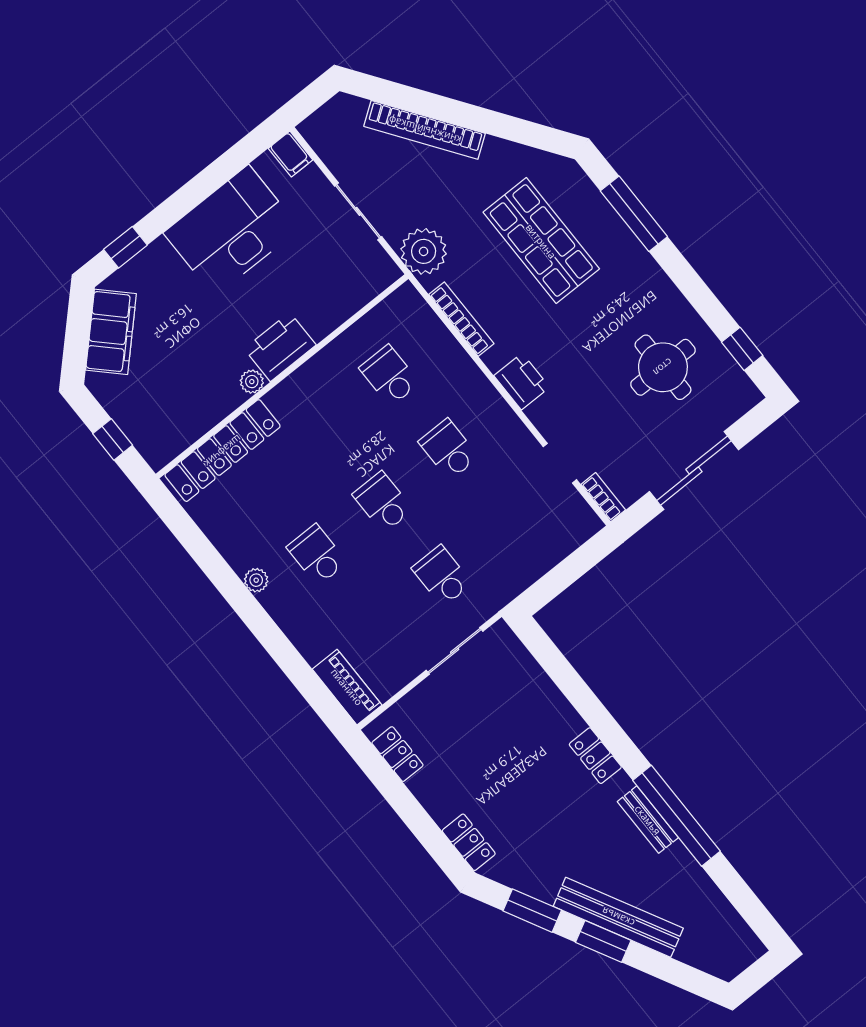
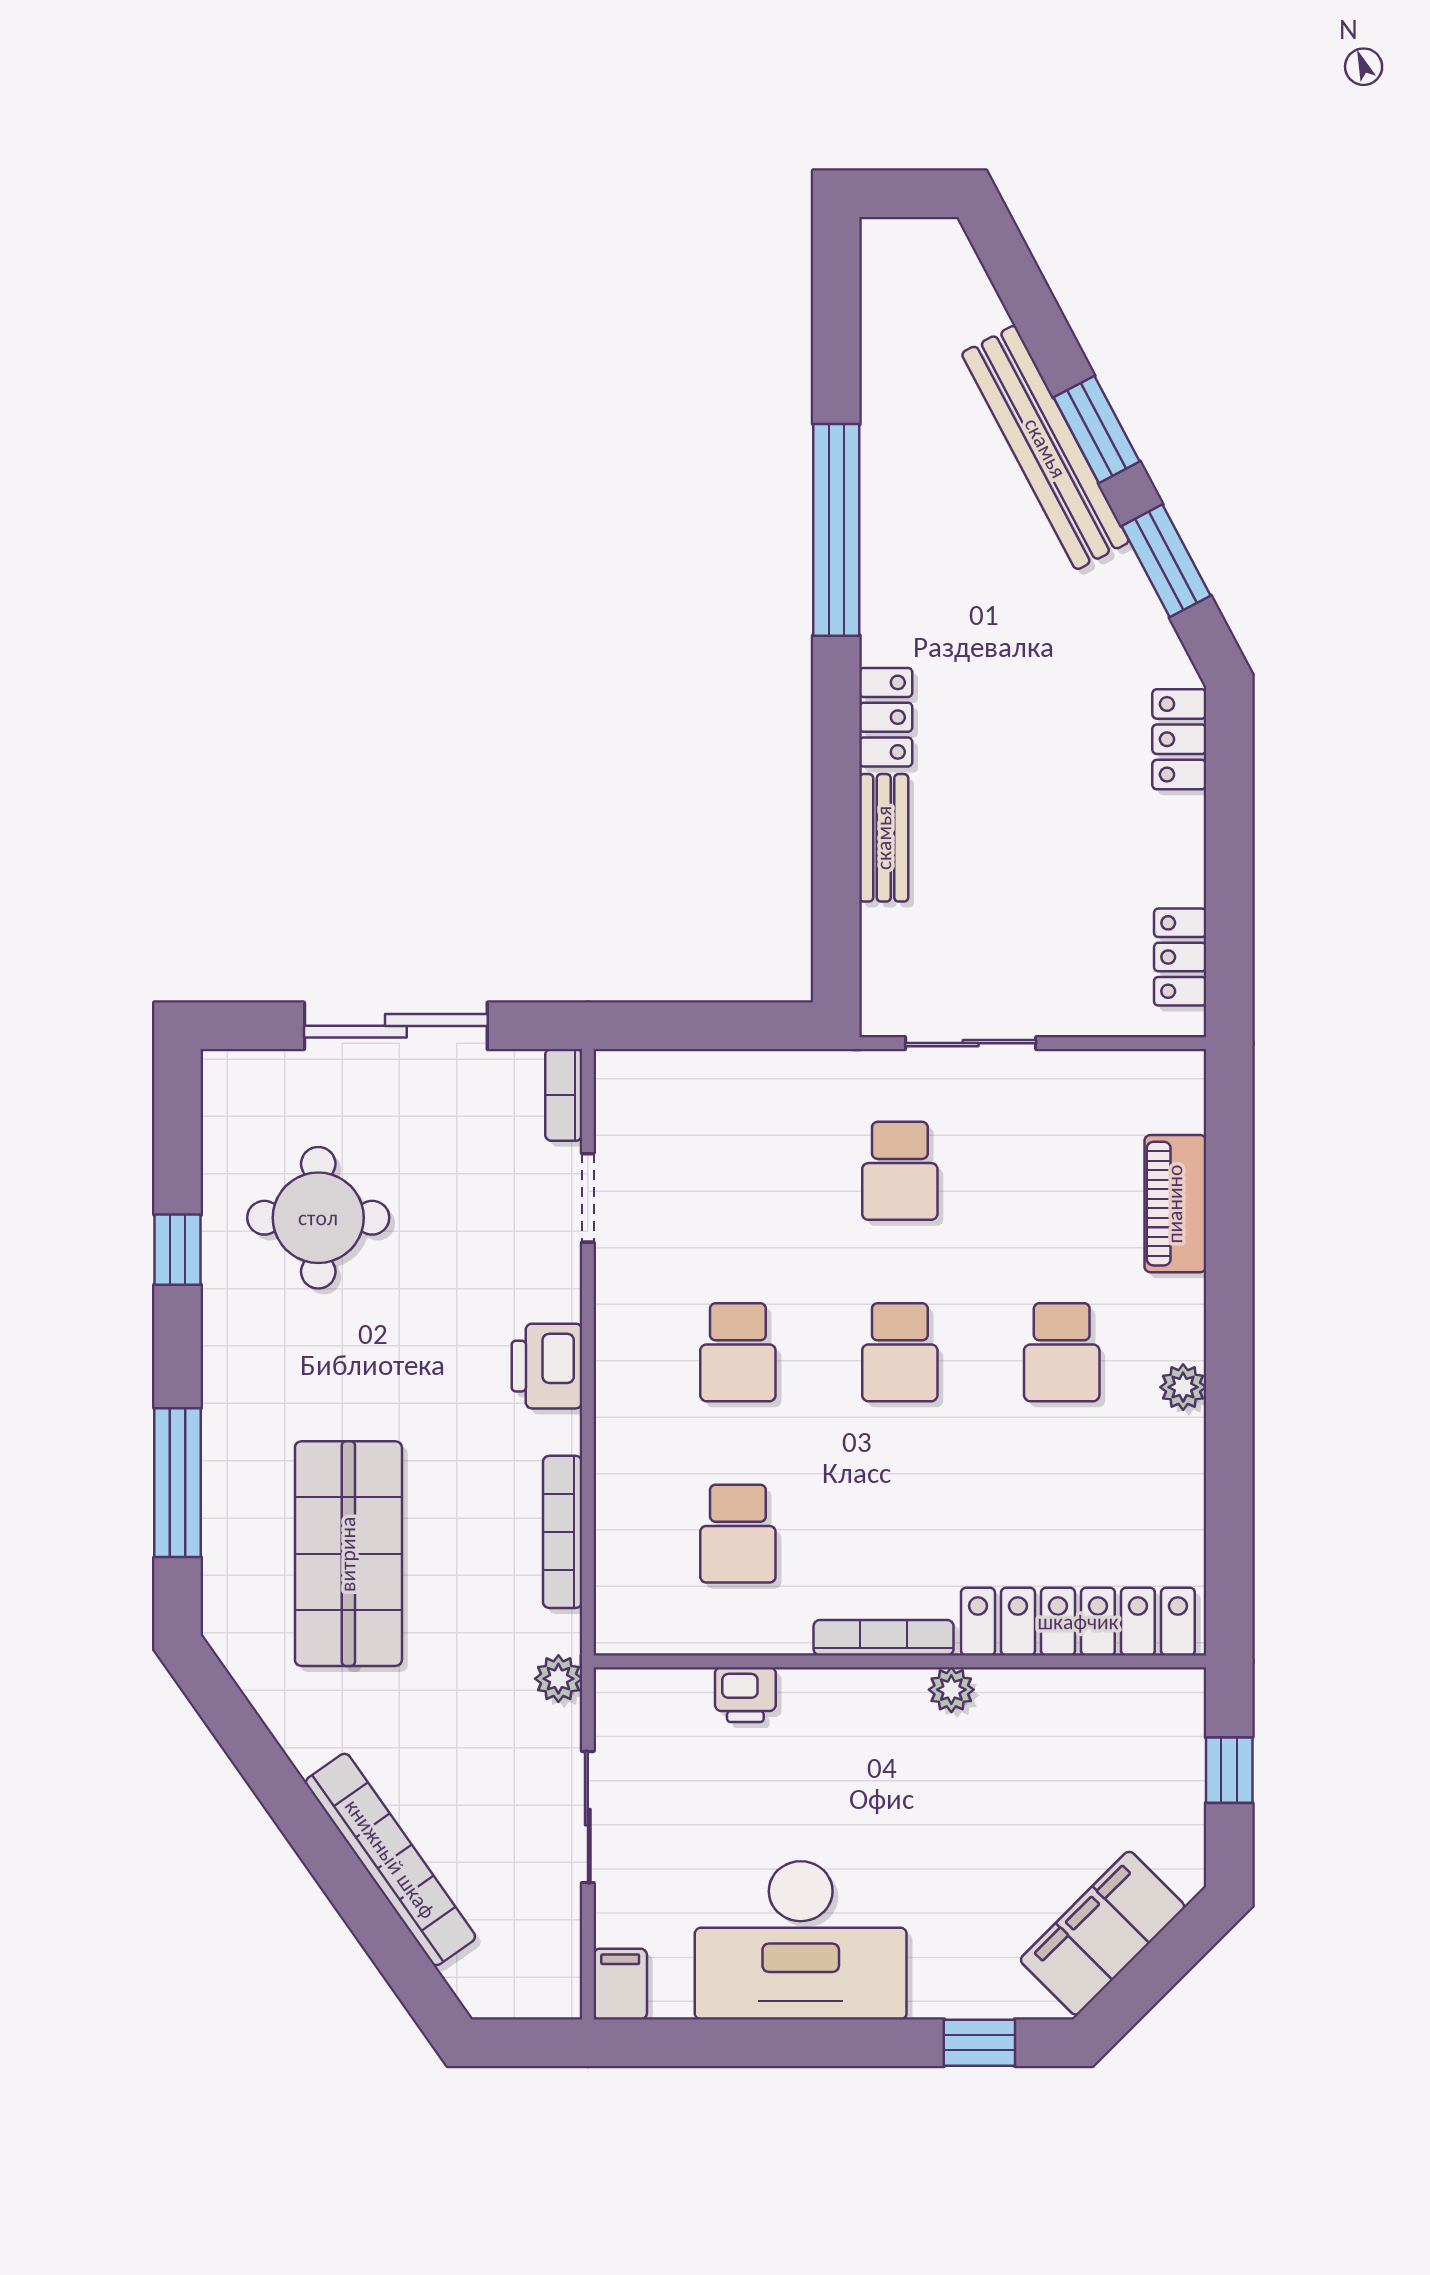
plant: (424, 251) -> (558, 1679), width x0.53, depth x0.53
printer: (280, 347) -> (745, 1695), moved, width x0.53, depth x0.68
window: (742, 349) -> (178, 1250), moved
bookcase: (296, 381) -> (884, 1638), added
piano: (347, 687) -> (1175, 1204), moved
bench: (648, 820) -> (884, 838), moved

